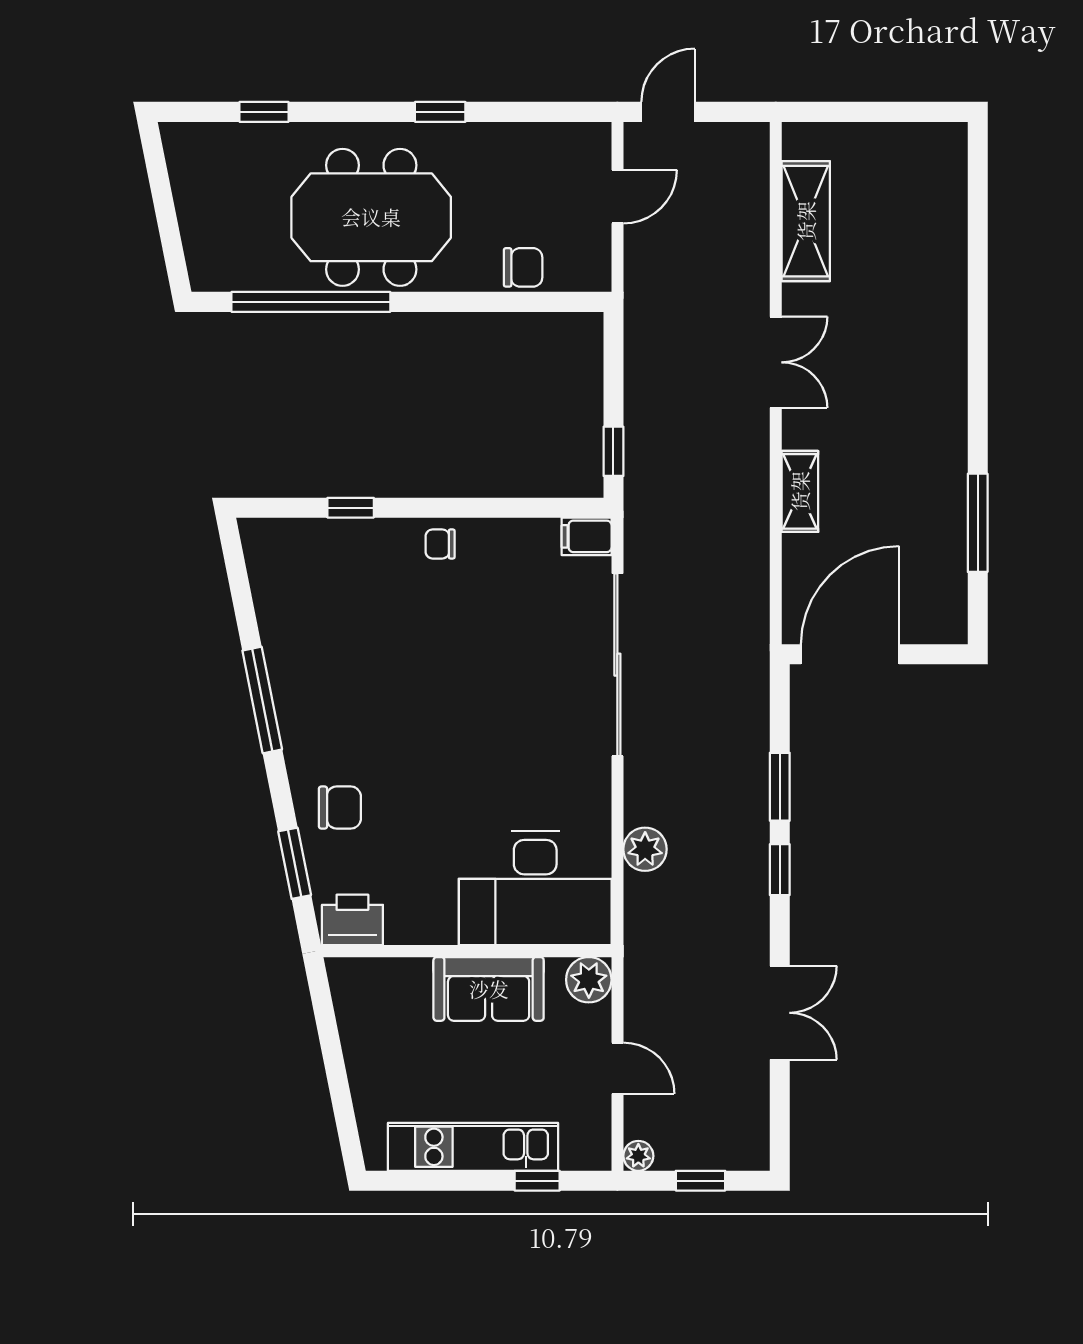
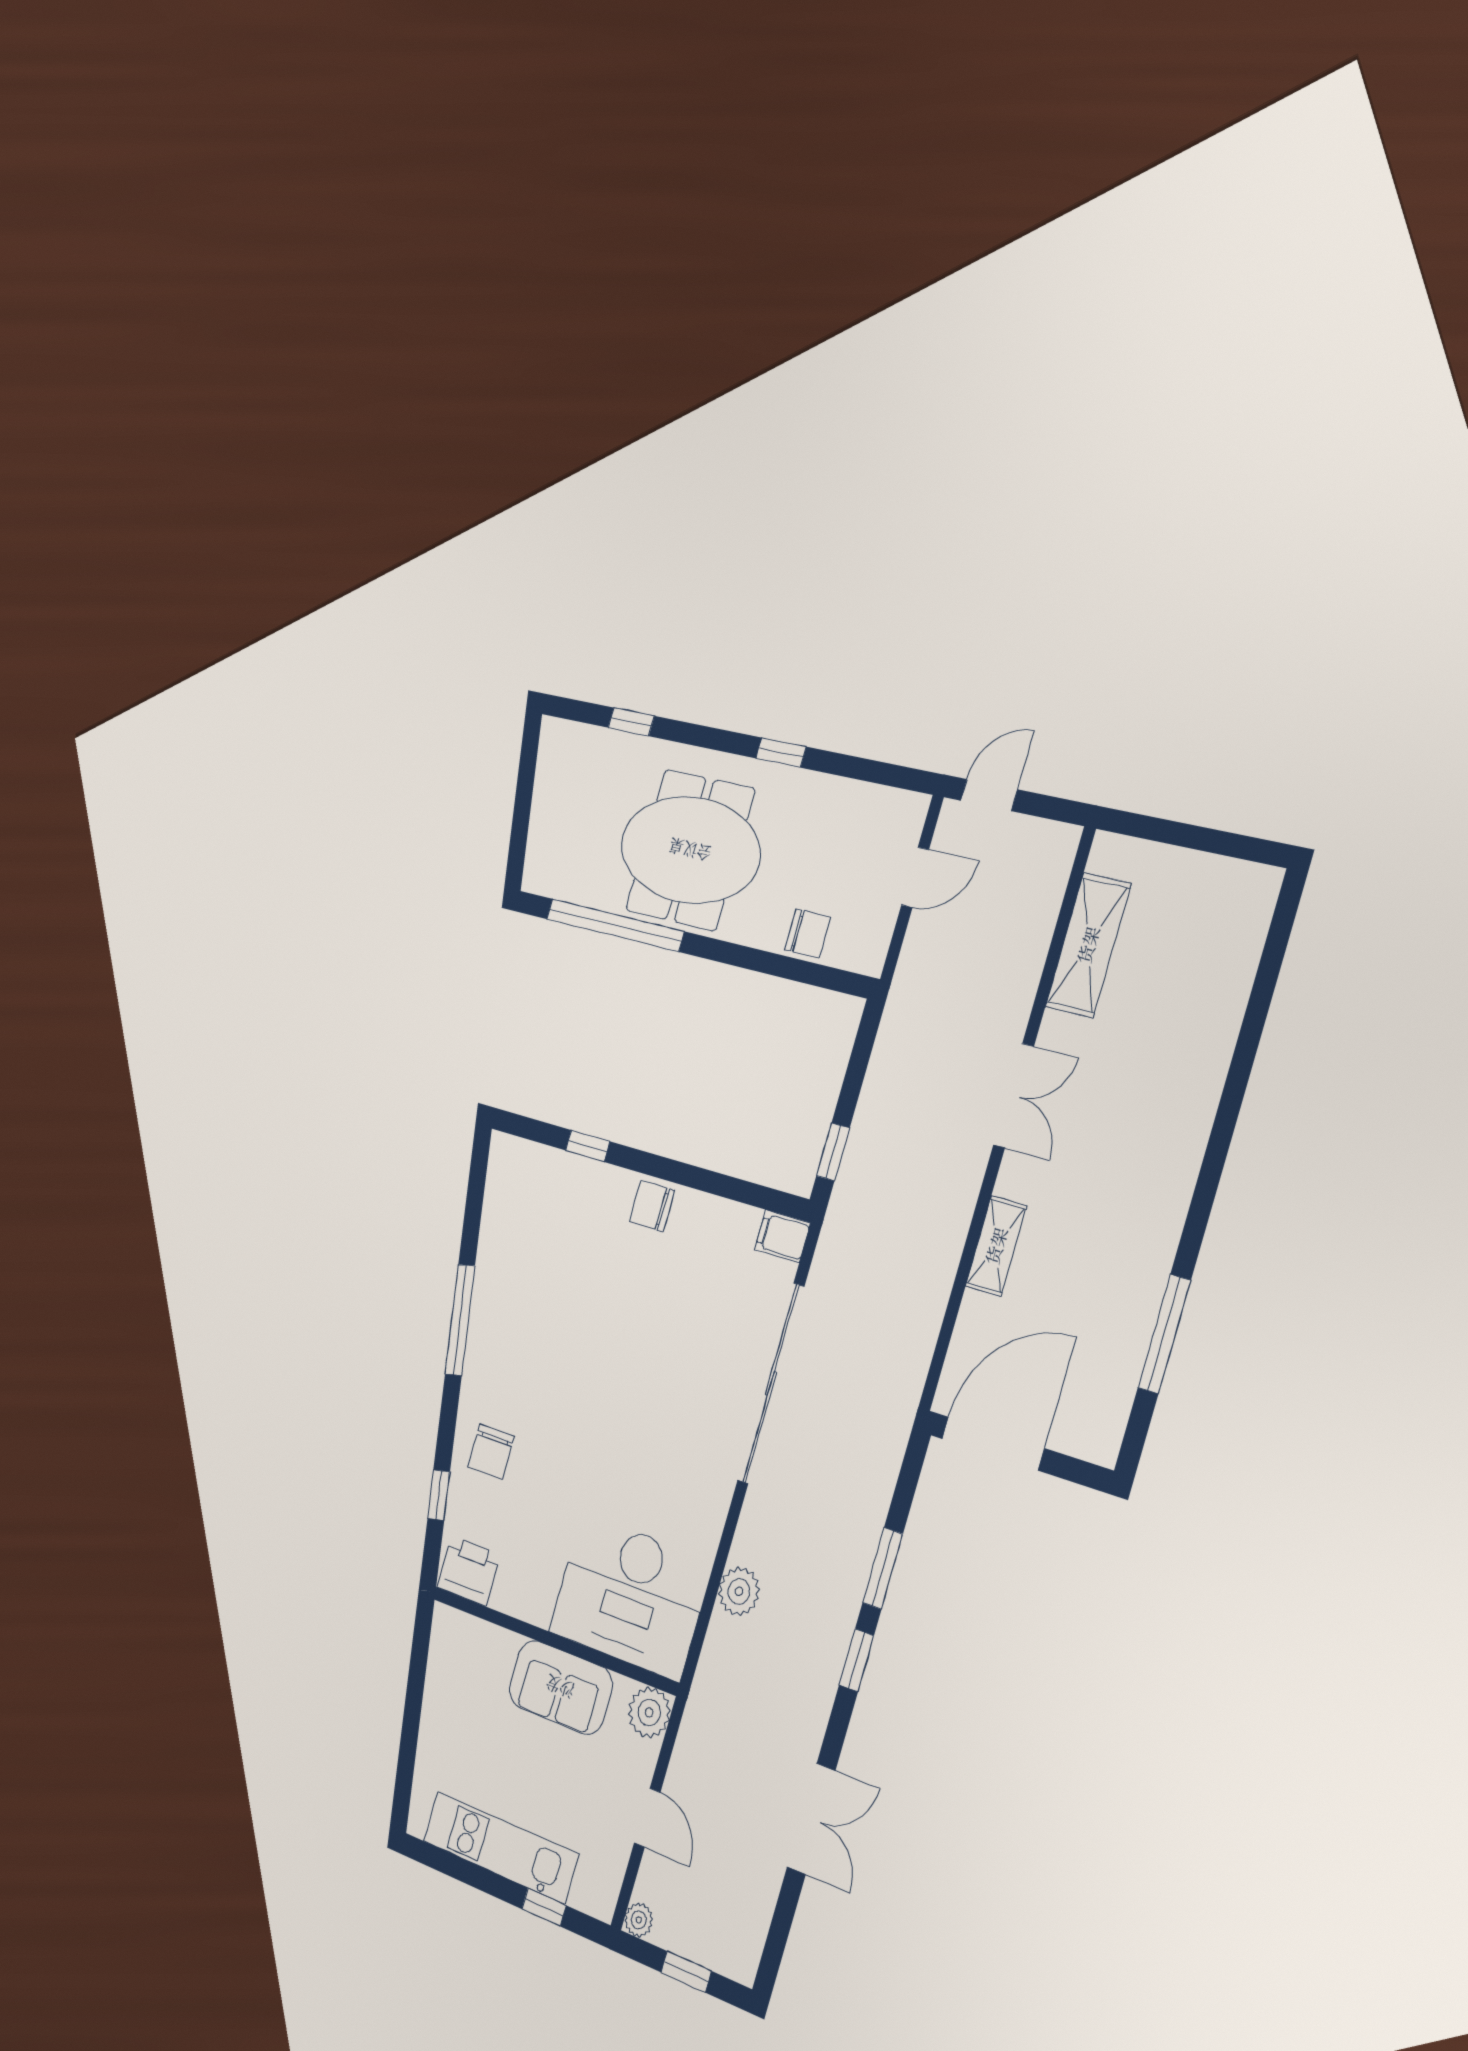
chair: (440, 544) -> (652, 1206), width x1.37, depth x1.37
chair: (340, 808) -> (491, 1452), turned 90
window: (295, 863) -> (439, 1495), width x0.67

